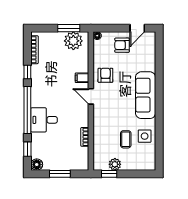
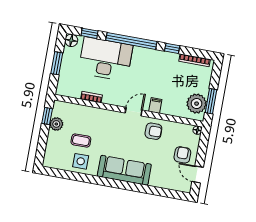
desk: (44, 120) -> (106, 59), width x1.87, depth x1.30

